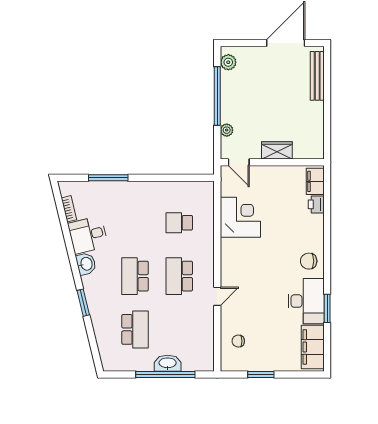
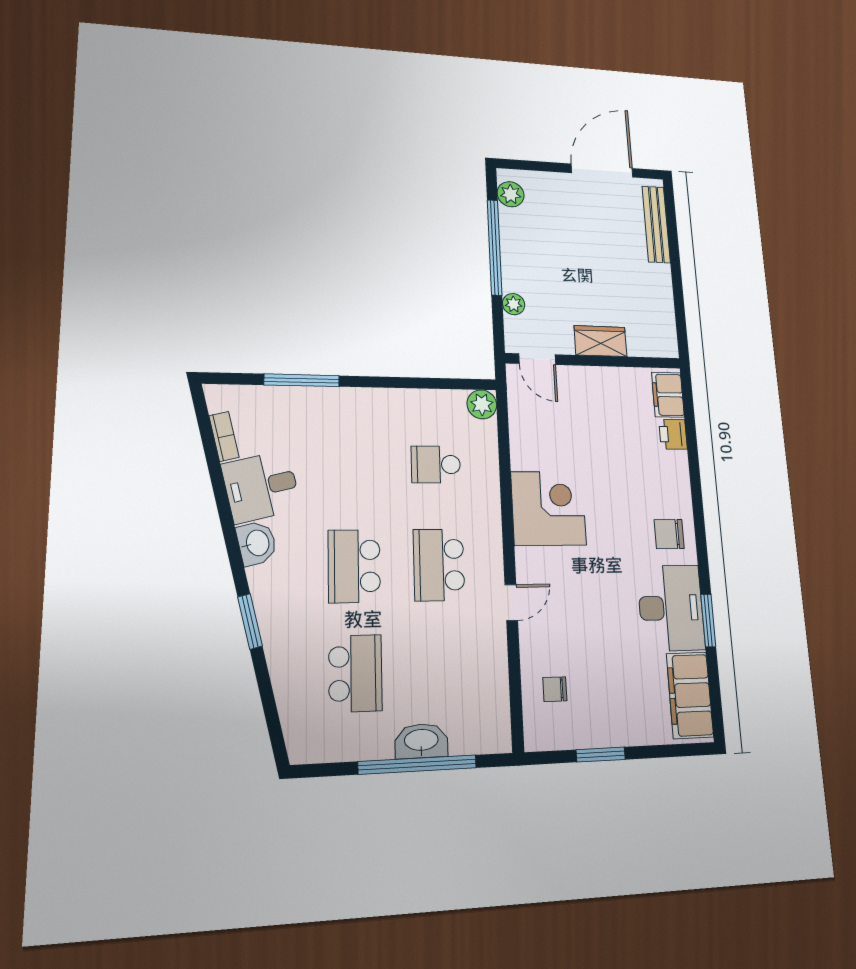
plant: (206, 189) -> (482, 404), added
corner desk: (240, 217) -> (548, 508), moved

